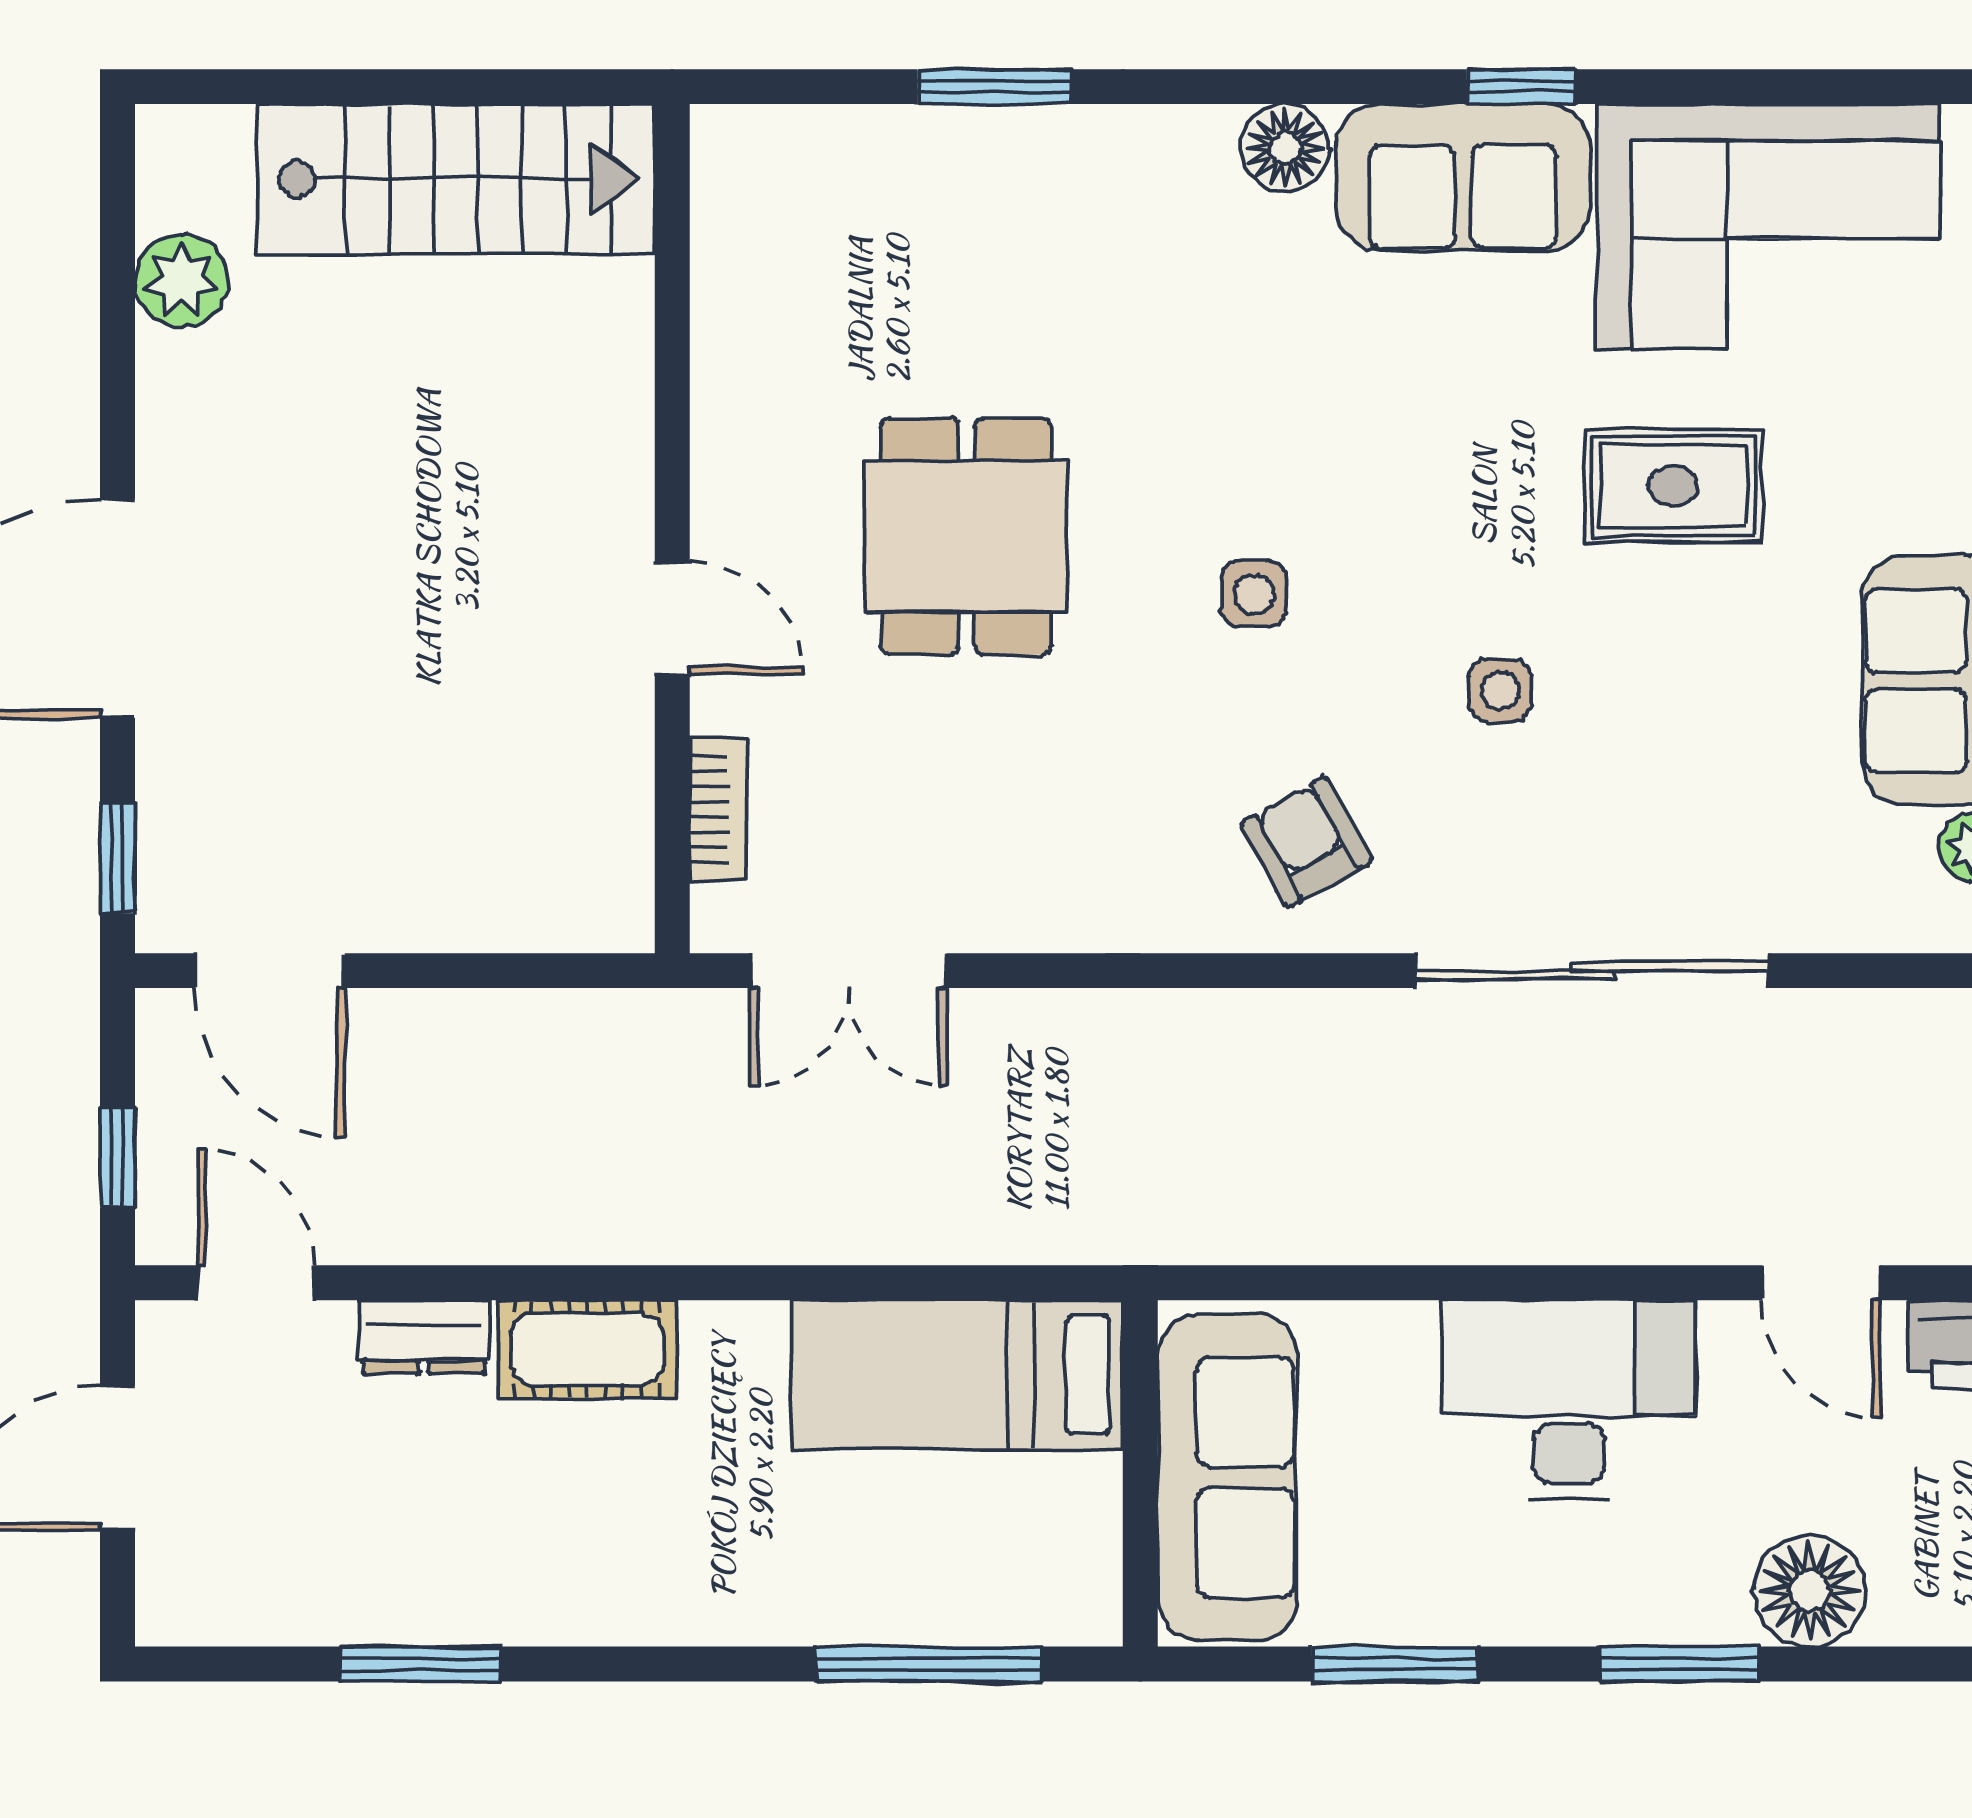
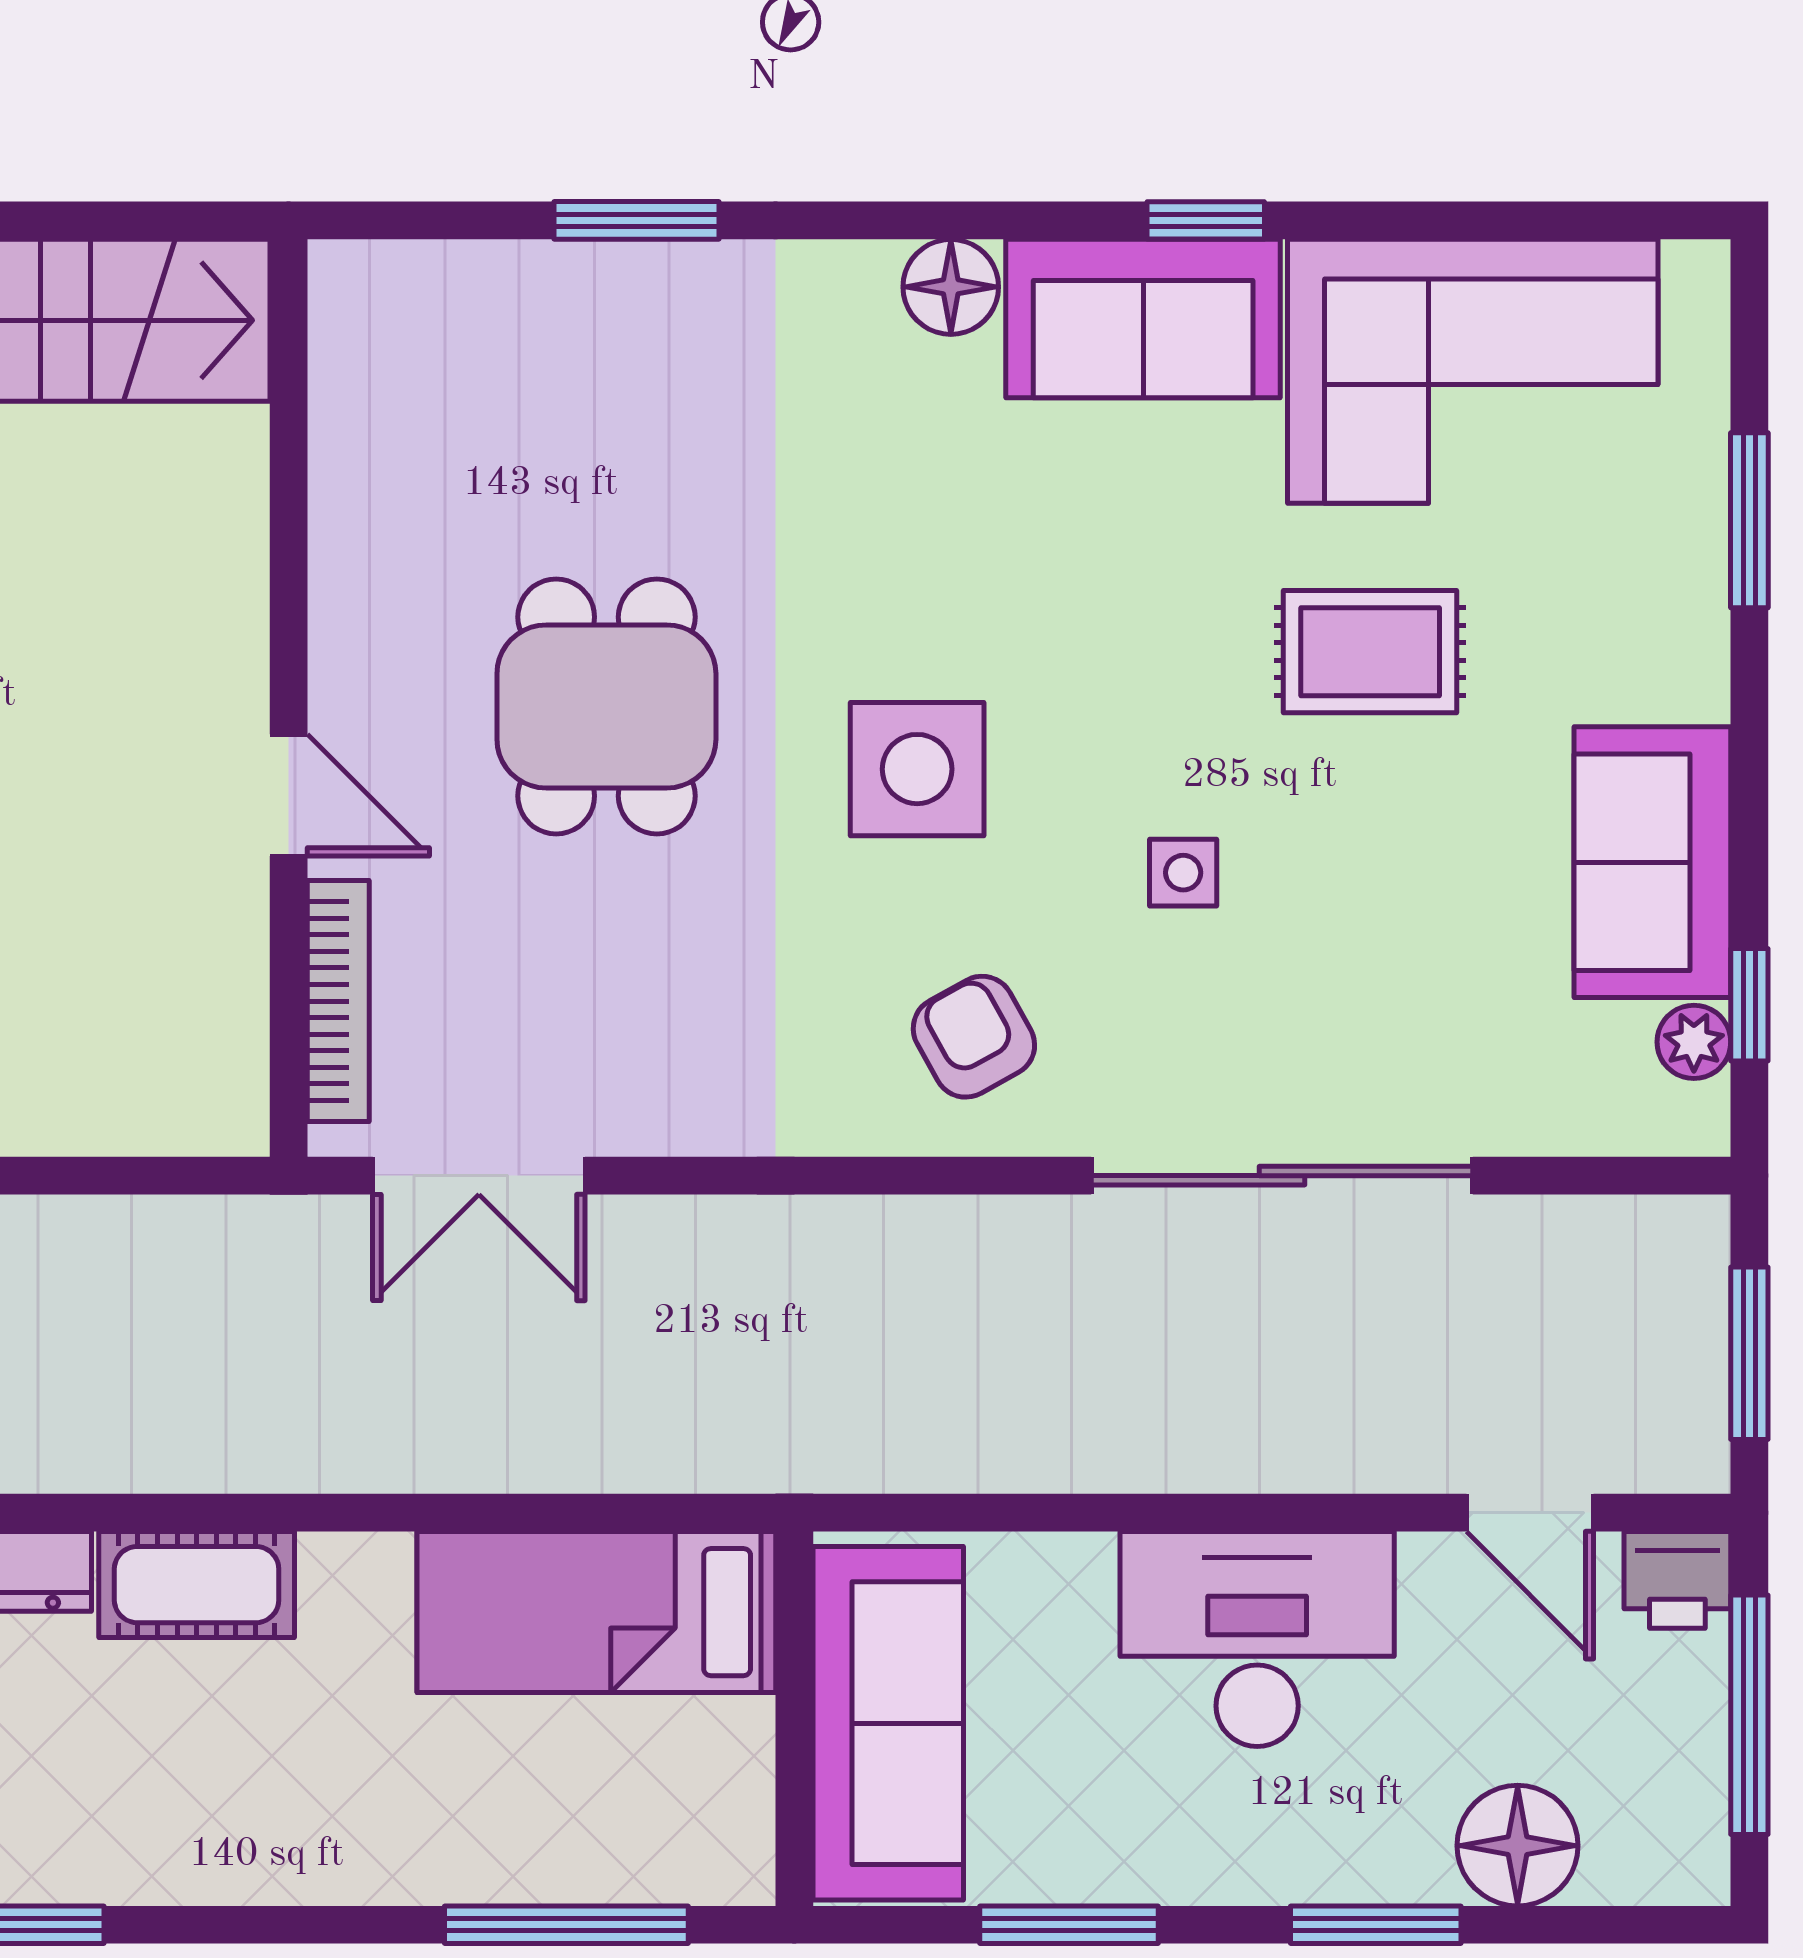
side table: (1254, 594) -> (917, 769), width x1.87, depth x1.87
bookcase: (718, 809) -> (338, 1001), width x1.56

